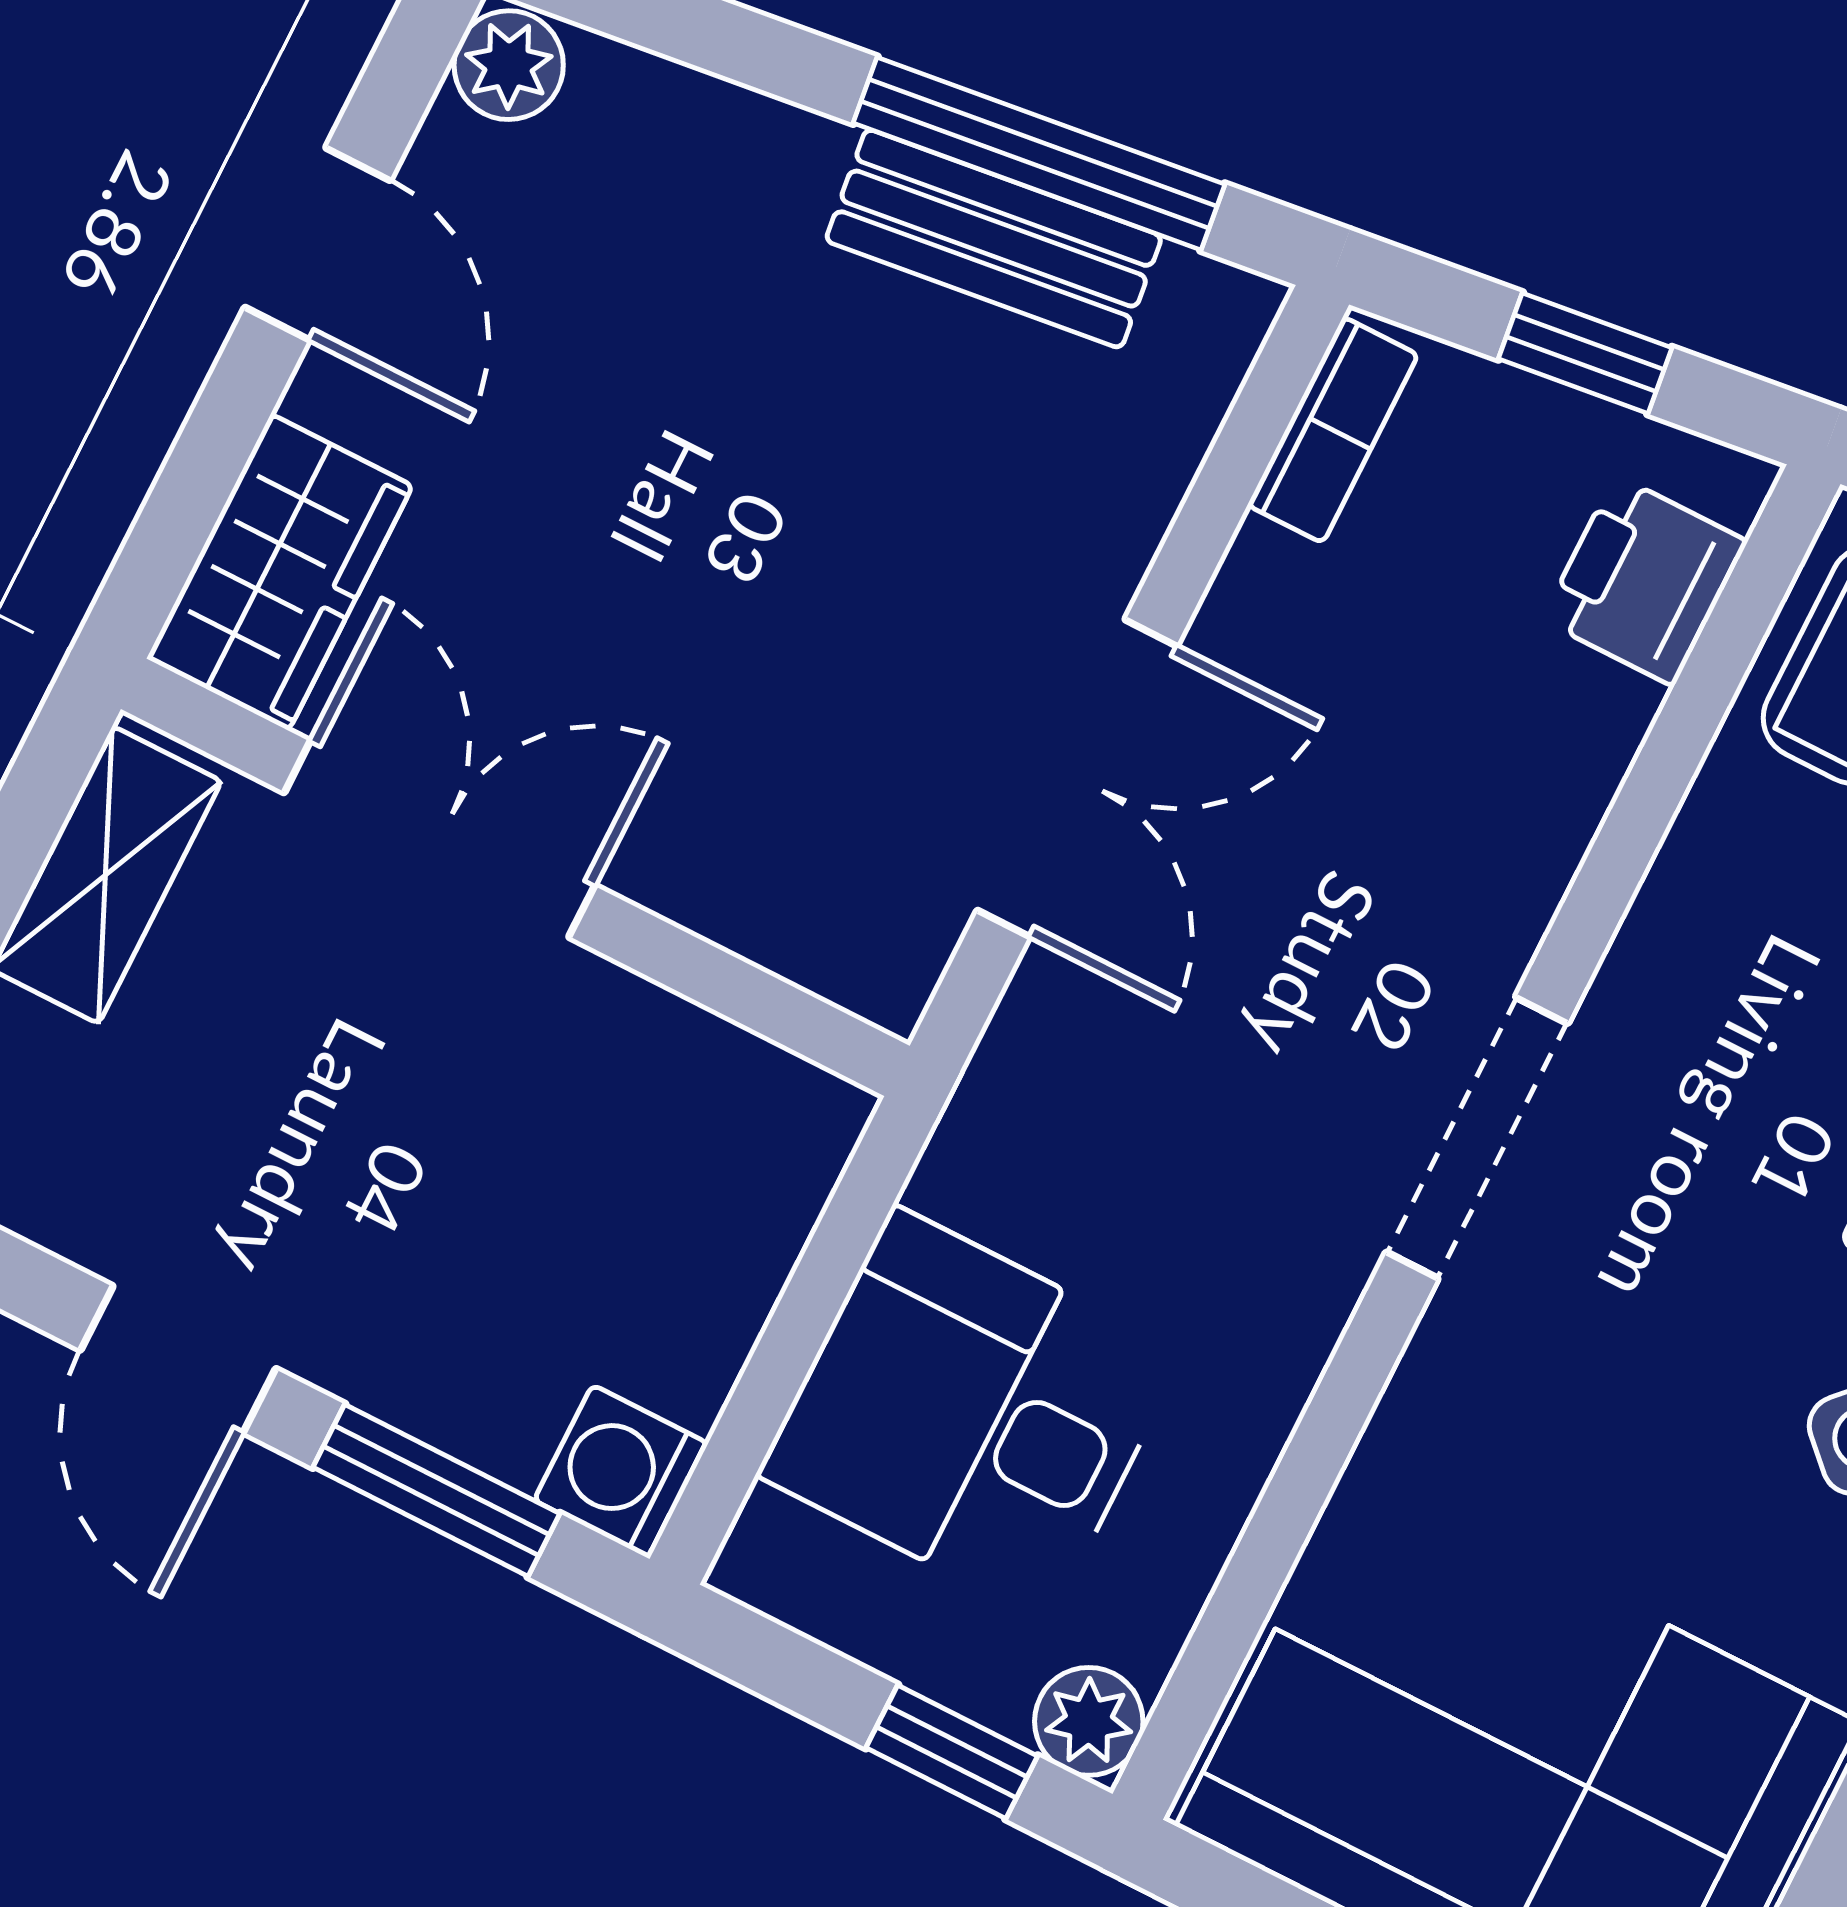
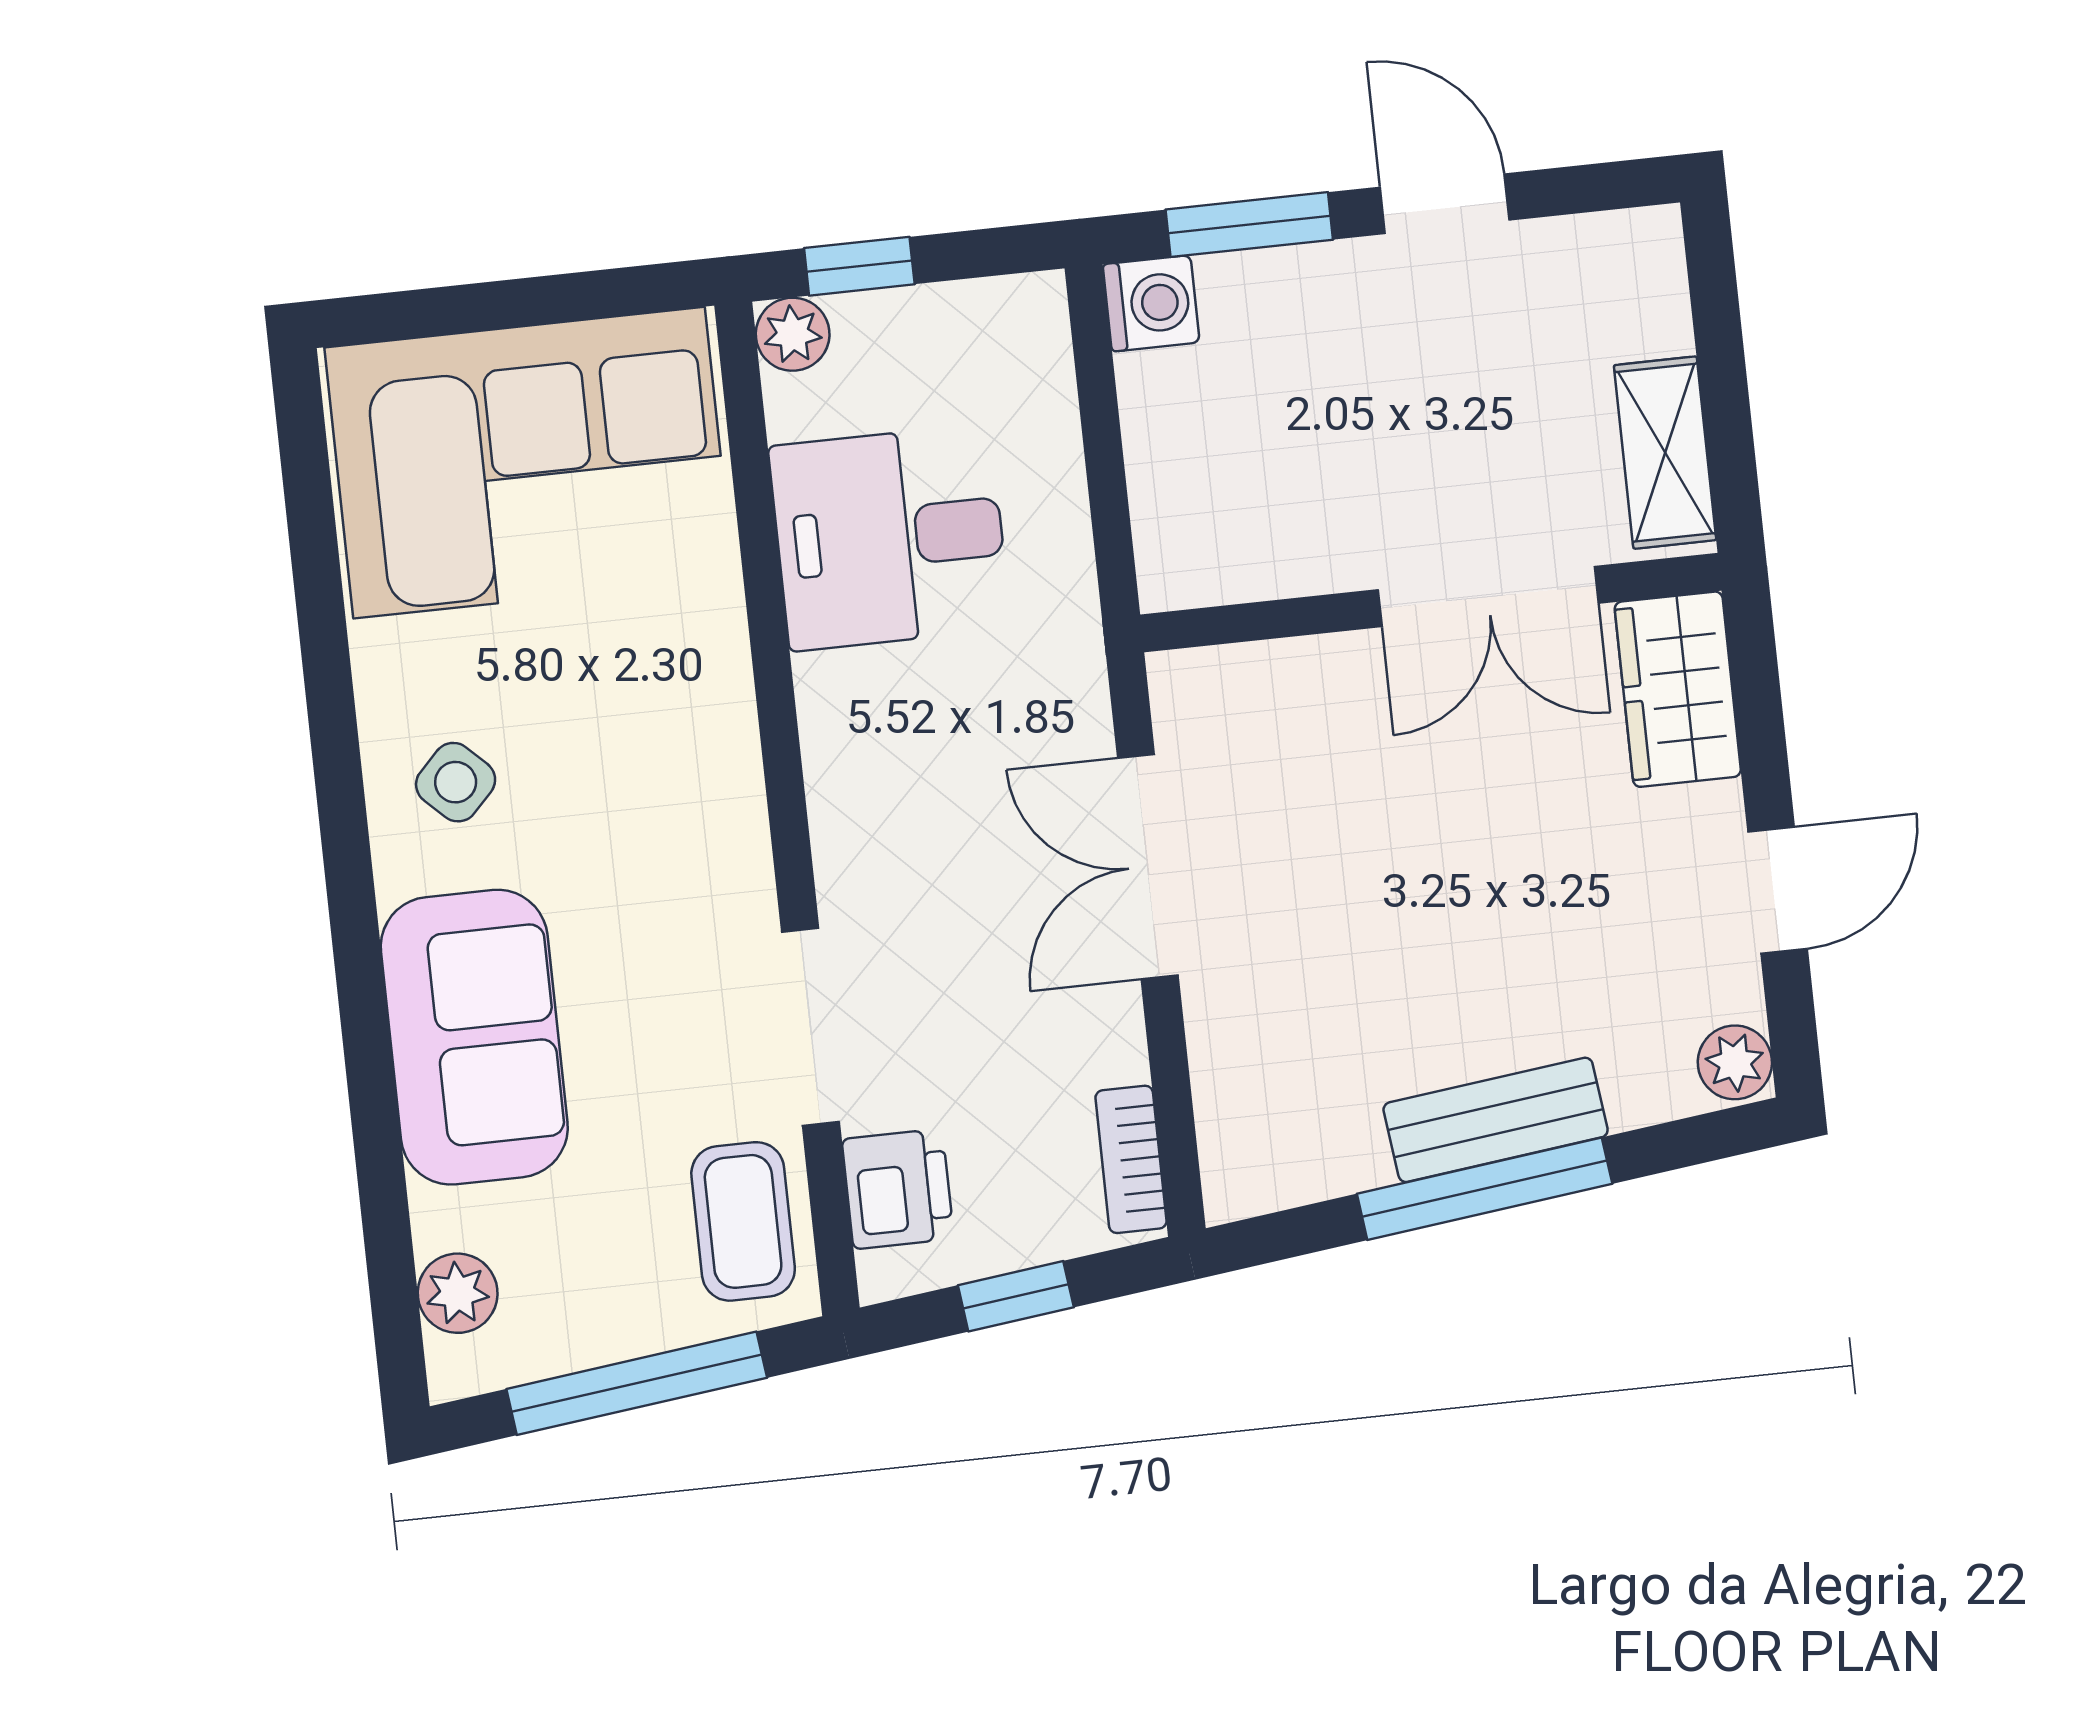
window: (1039, 154) -> (1485, 1189), moved
bench: (994, 239) -> (1496, 1120), moved
door: (317, 244) -> (1778, 890), swing flipped
doorway: (1477, 1138) -> (811, 1027), moved
desk: (971, 1414) -> (890, 537), moved, turned 180

